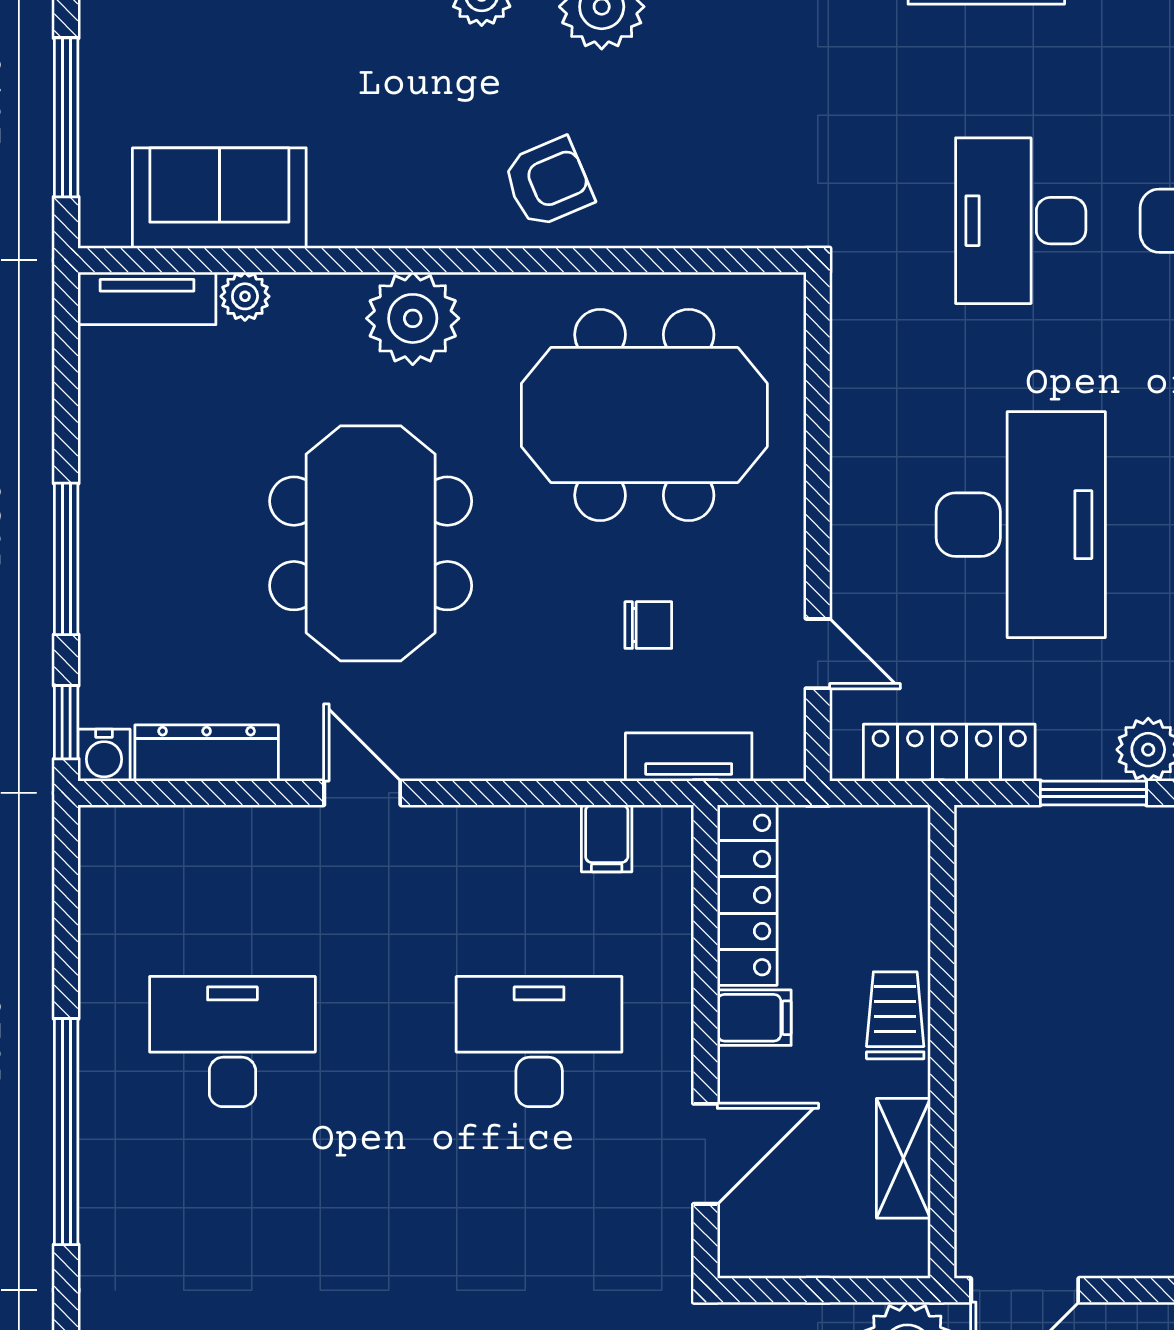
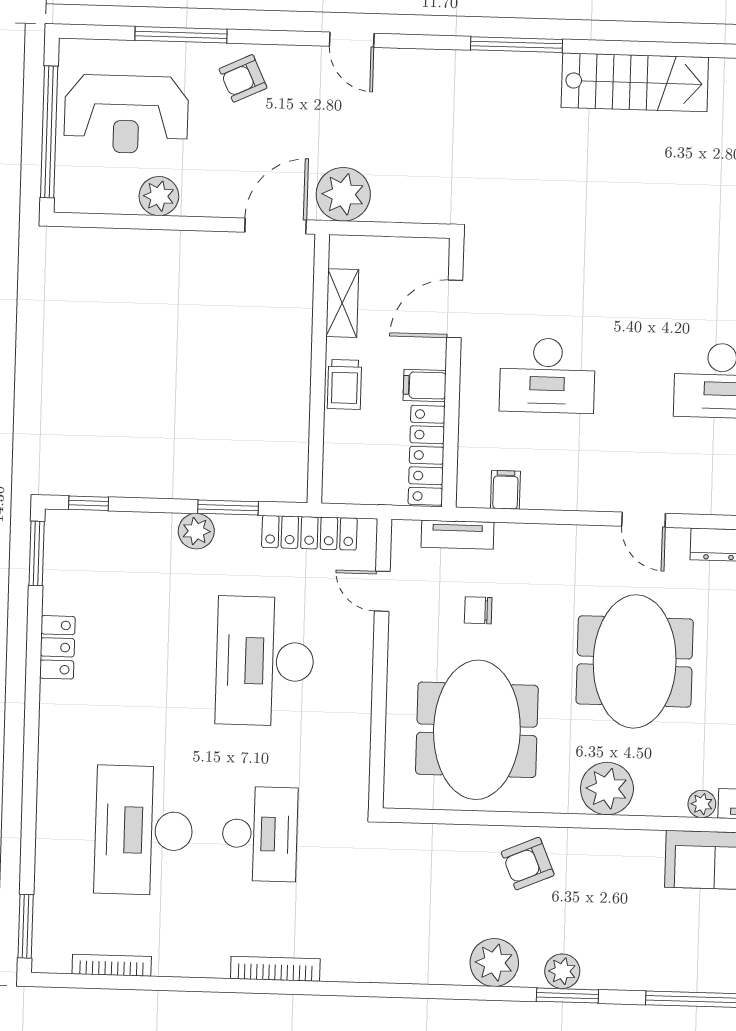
meeting table: (644, 415) -> (477, 730), turned 90

